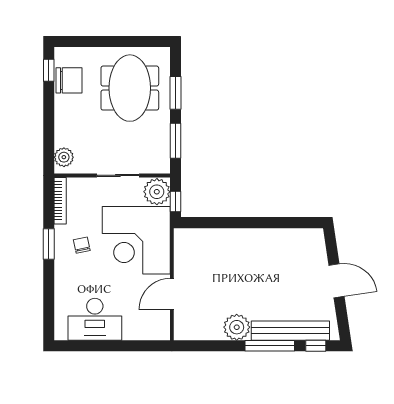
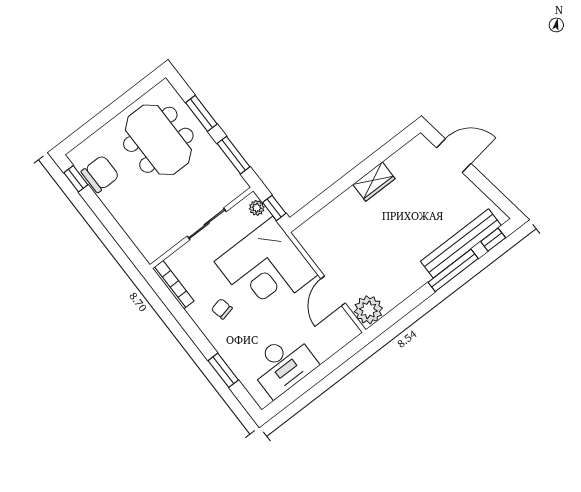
plant: (64, 157) -> (147, 244), removed
plant: (157, 192) -> (257, 208), width x0.53, depth x0.53
wardrobe: (262, 238) -> (374, 182), added
window: (49, 244) -> (223, 370), moved
door: (337, 281) -> (454, 156), moved
plant: (237, 327) -> (368, 310), moved

